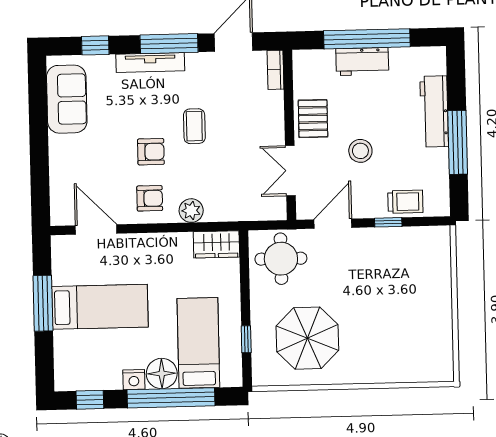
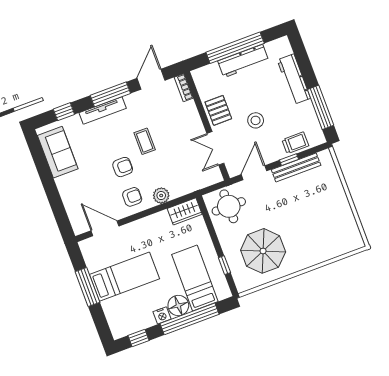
workbench: (362, 62) -> (243, 61), width x1.38
window: (458, 142) -> (321, 107), moved
bench: (394, 237) -> (296, 167), added

